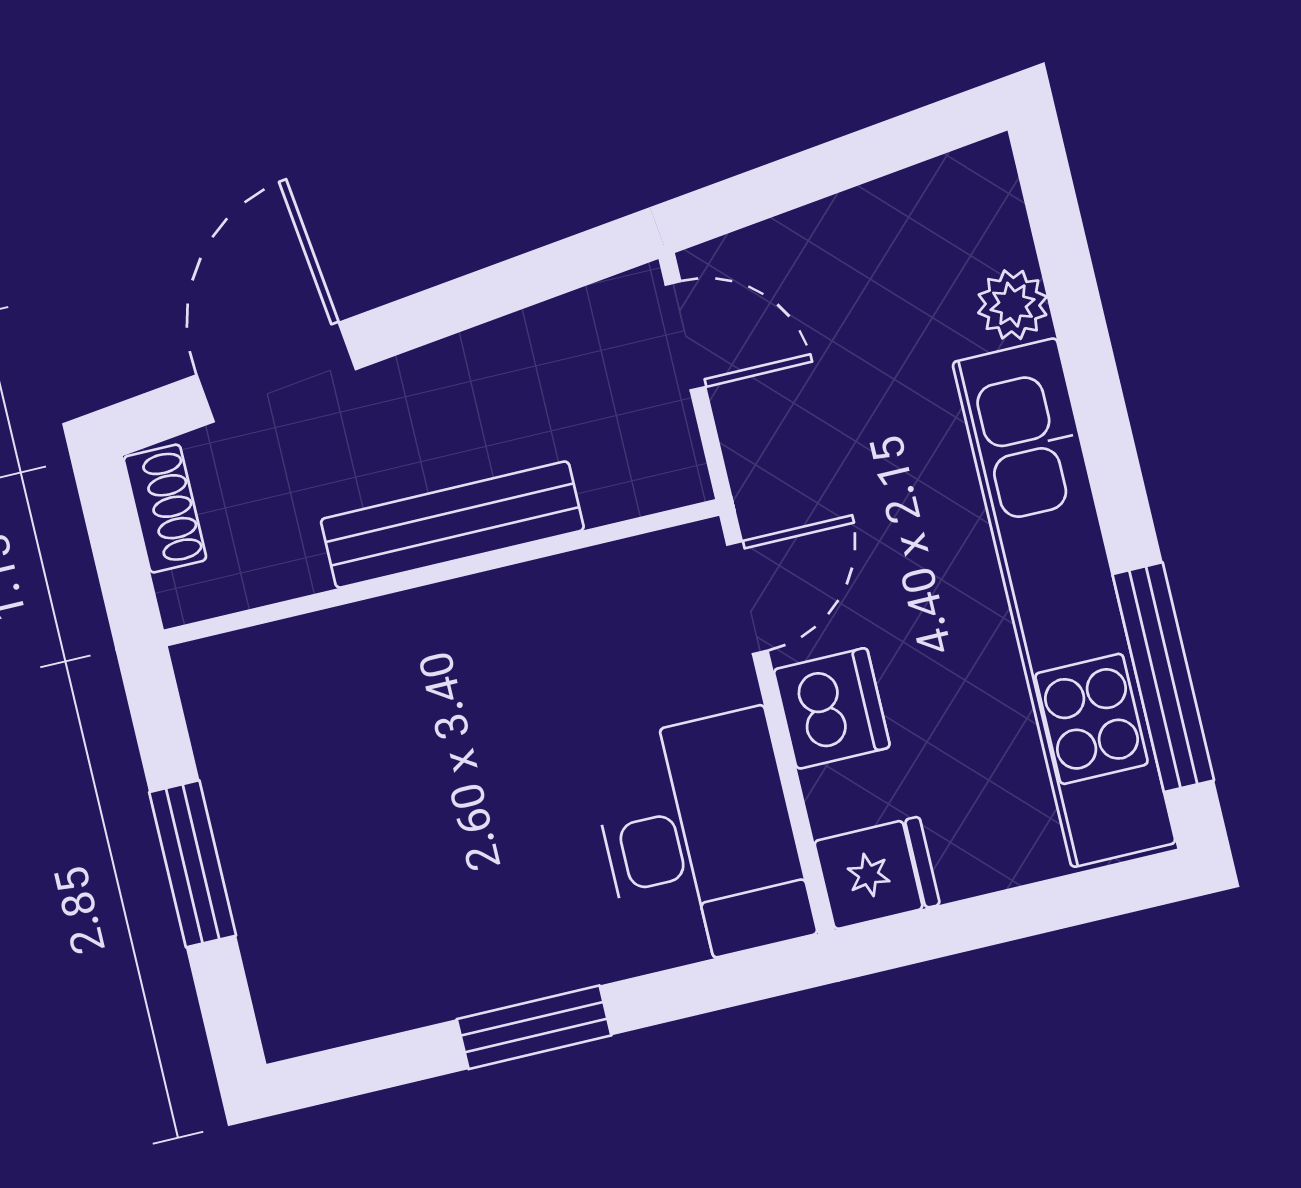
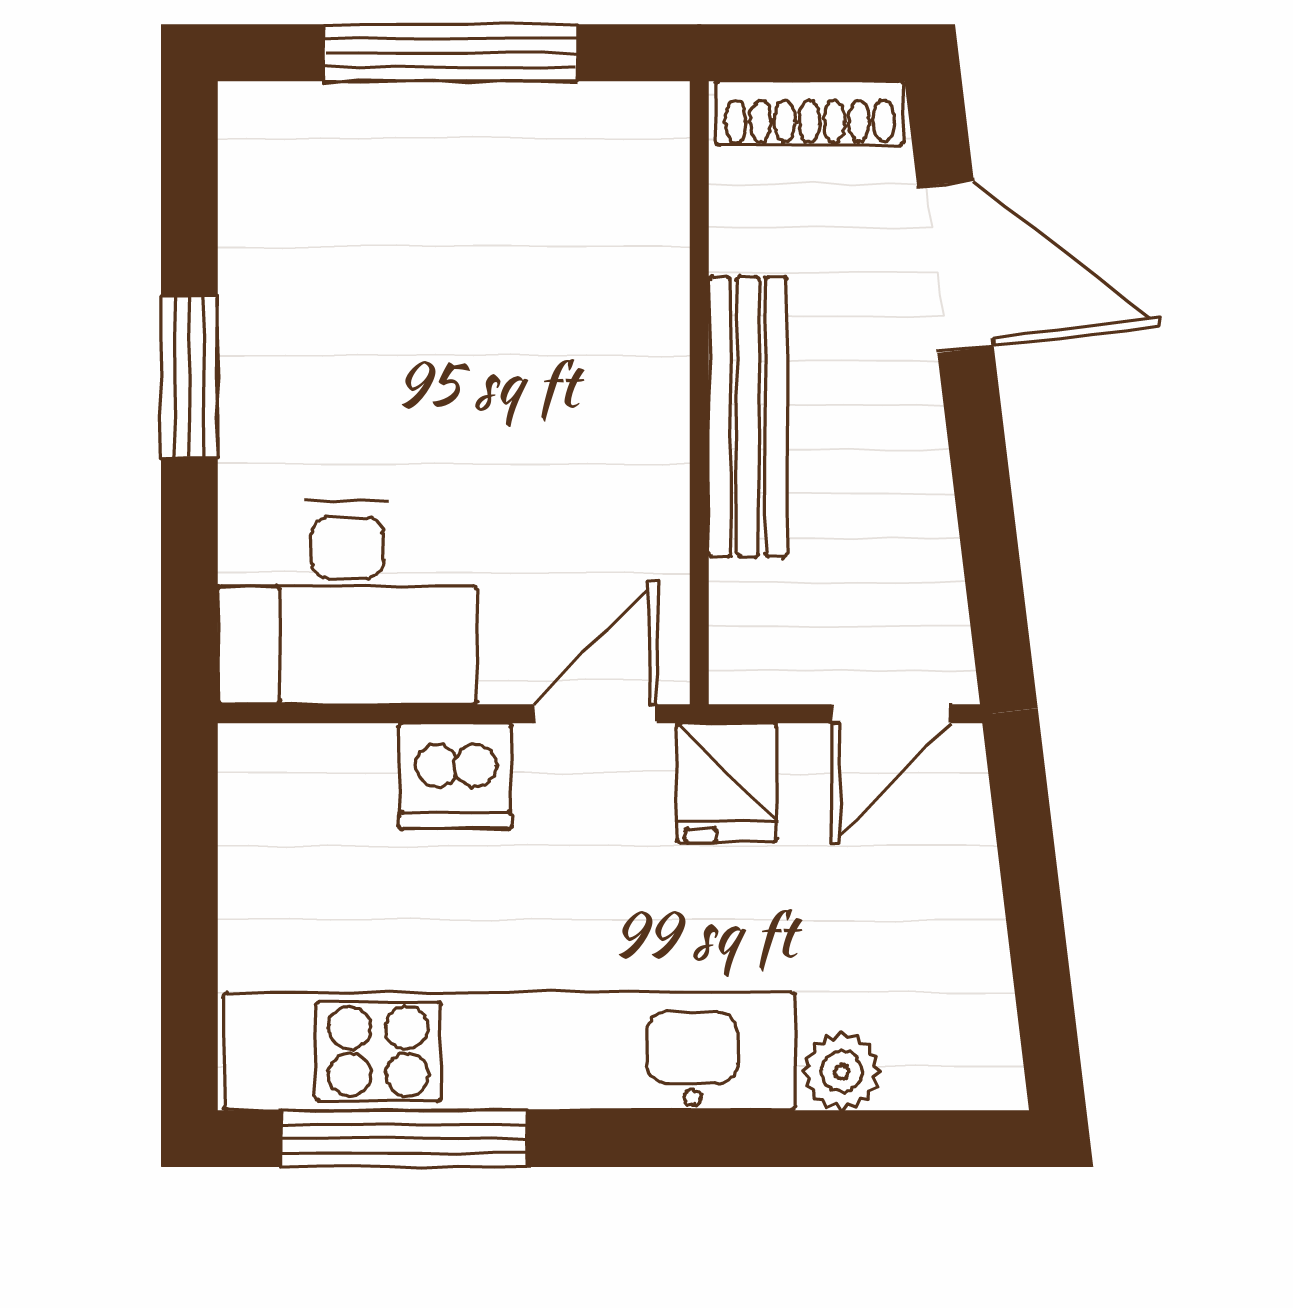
shoe rack: (165, 508) -> (810, 113), width x1.43
door: (747, 598) -> (595, 714), swing flipped
window: (193, 864) -> (451, 53), width x1.44
fridge: (877, 873) -> (727, 783), moved

